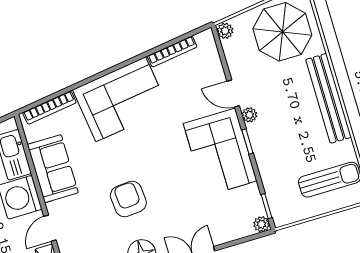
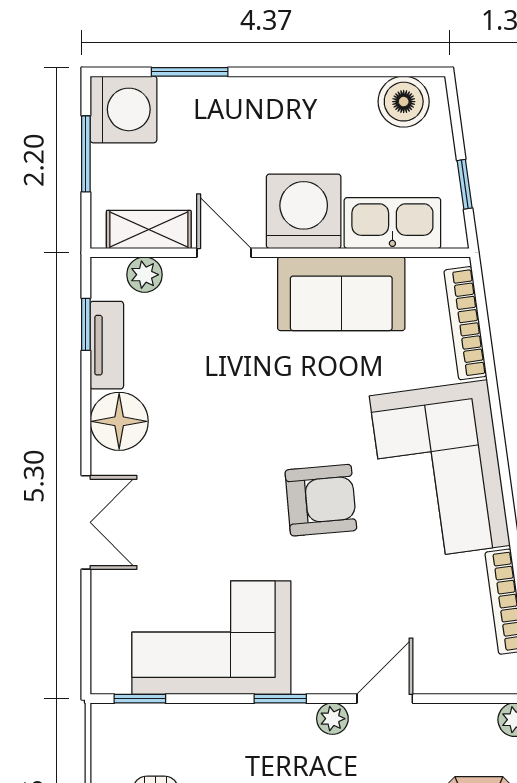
corner sofa: (220, 152) -> (211, 638), moved
armchair: (128, 199) -> (321, 500), moved
plant: (261, 224) -> (107, 678), removed

